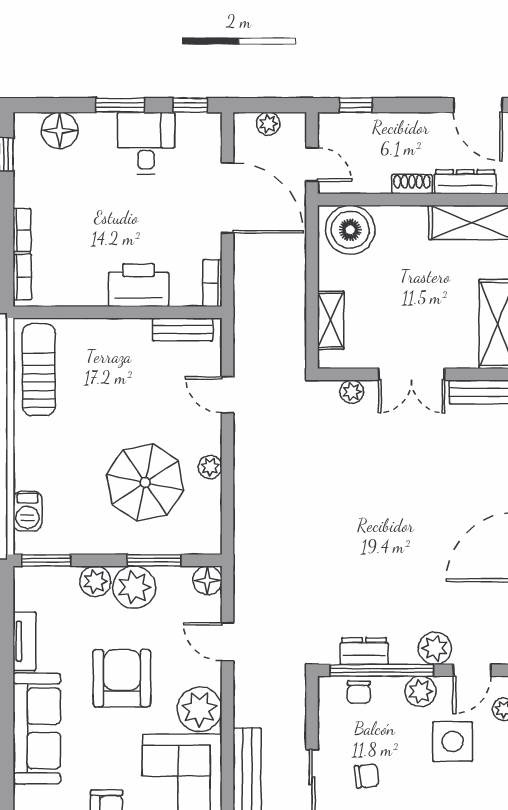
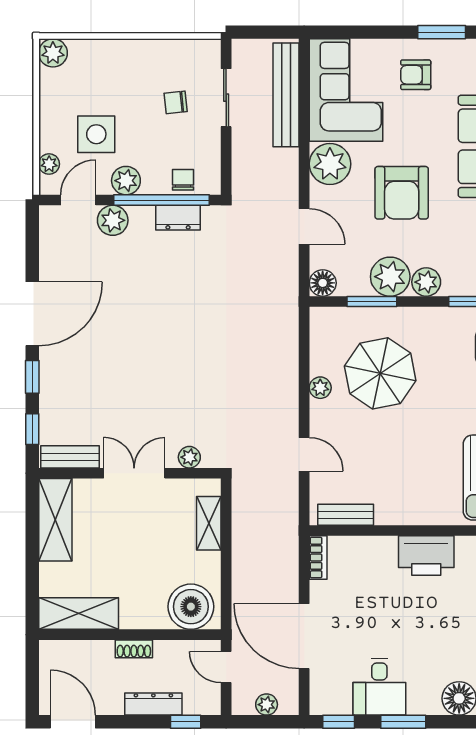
dresser: (465, 182) -> (153, 704), moved, turned 180
printer: (139, 285) -> (426, 556), moved

